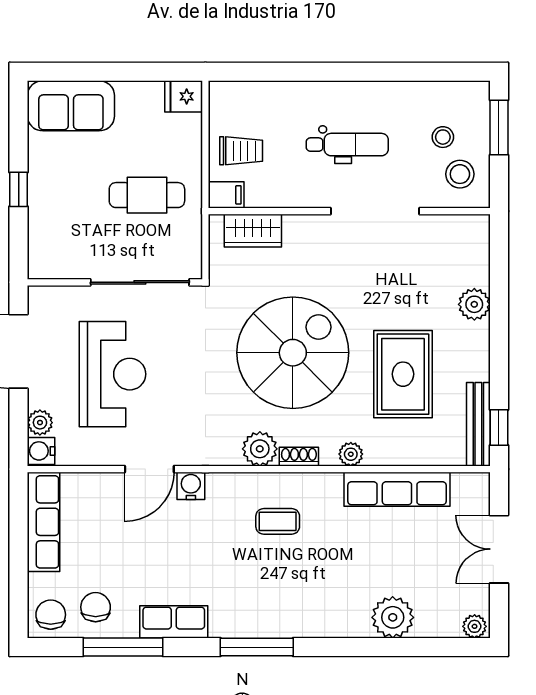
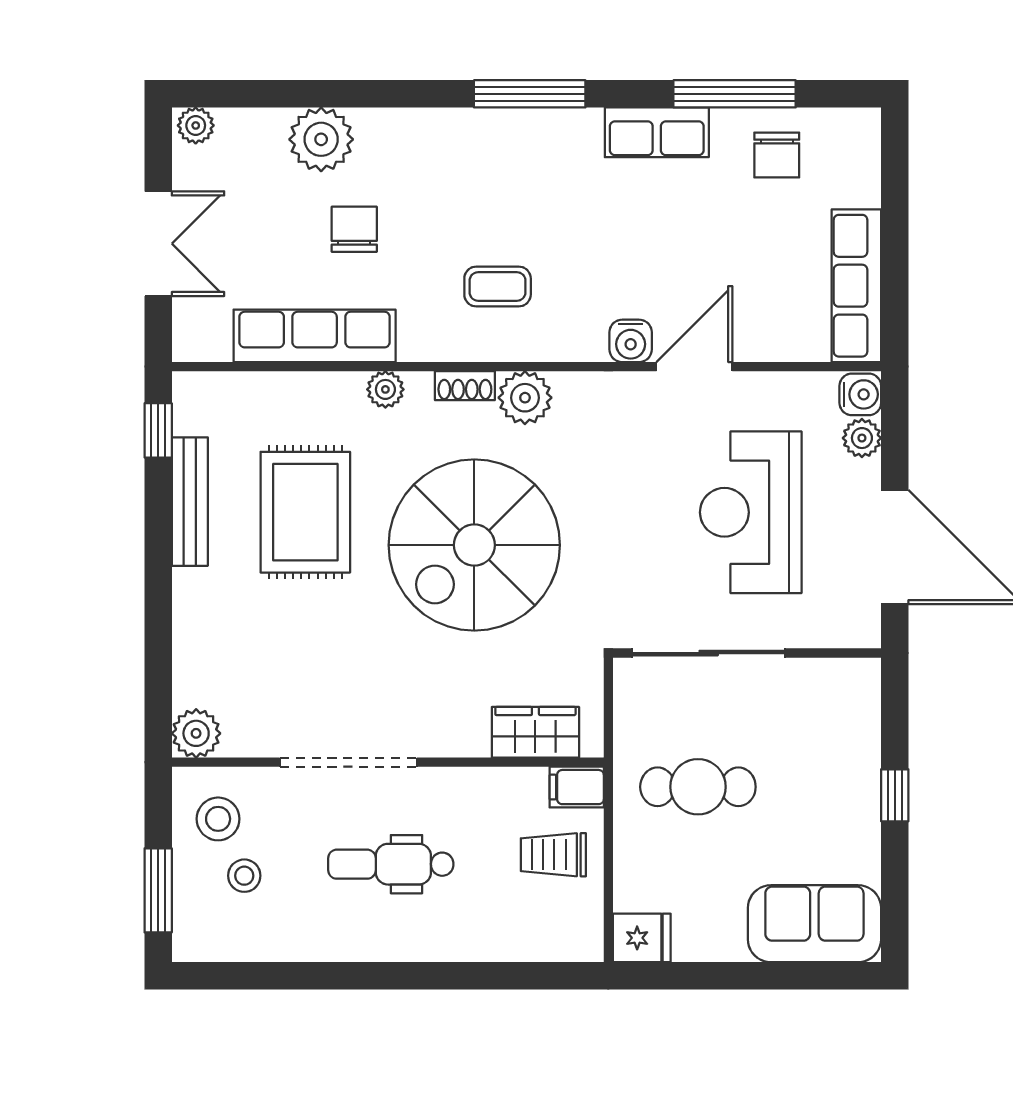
plant: (474, 304) -> (196, 733), moved
bench: (478, 424) -> (190, 502), moved
chair: (51, 615) -> (354, 229), moved, turned 180

